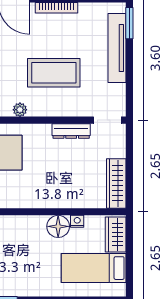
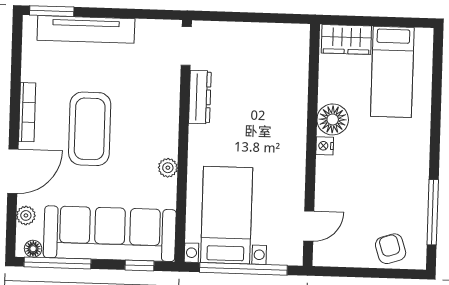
coffee table: (54, 73) -> (90, 129), moved
wardrobe: (116, 183) -> (275, 36), removed
nightstand: (77, 221) -> (325, 146), moved

